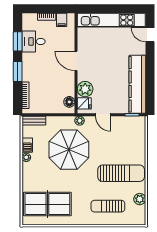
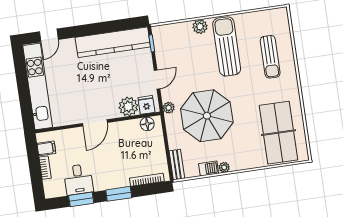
plant: (140, 199) -> (200, 27), moved

